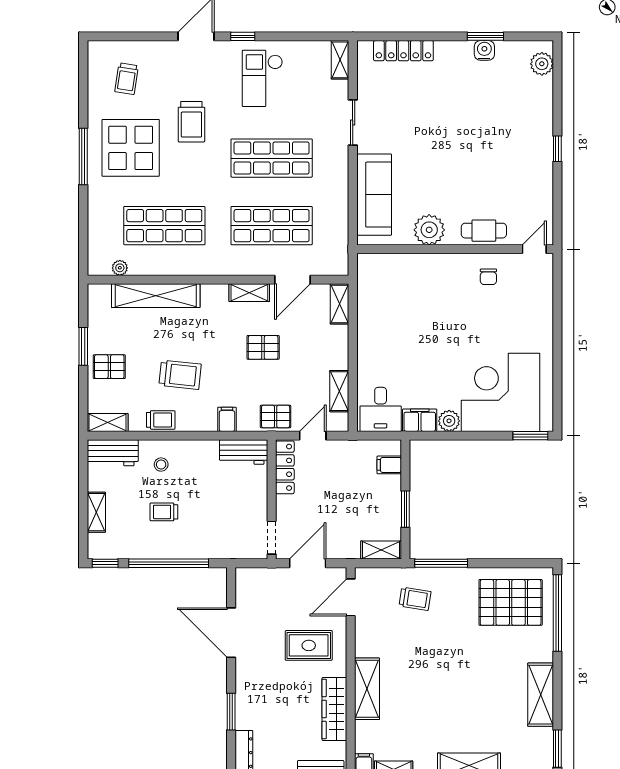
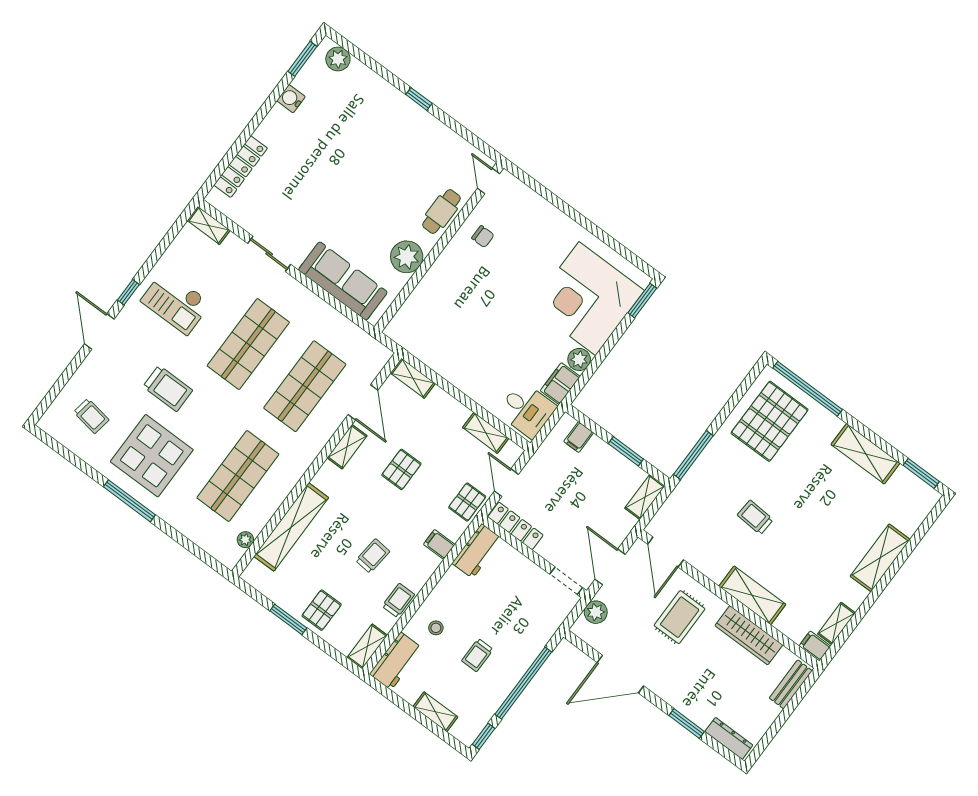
window: (485, 36) -> (302, 59), moved
trolley: (180, 375) -> (373, 556), width x0.73, depth x0.72
plant: (265, 578) -> (596, 612), added
trolley: (415, 599) -> (755, 517), moved, turned -95

